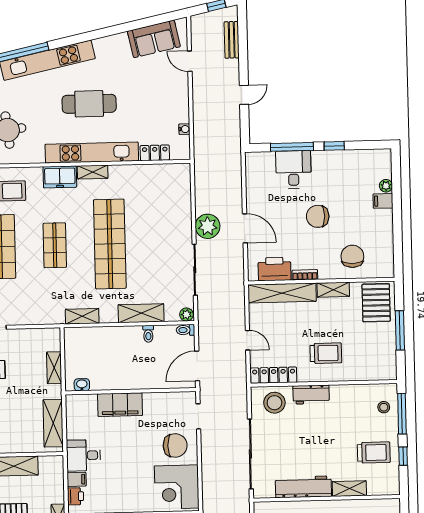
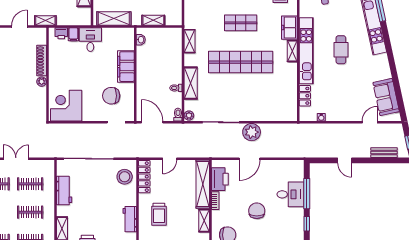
cafe table: (89, 104) -> (341, 50), width x0.73, depth x0.74
workbench: (311, 395) -> (130, 219), moved
chair: (175, 445) -> (111, 96), moved, turned 90
workbench: (303, 487) -> (64, 190), width x0.73

